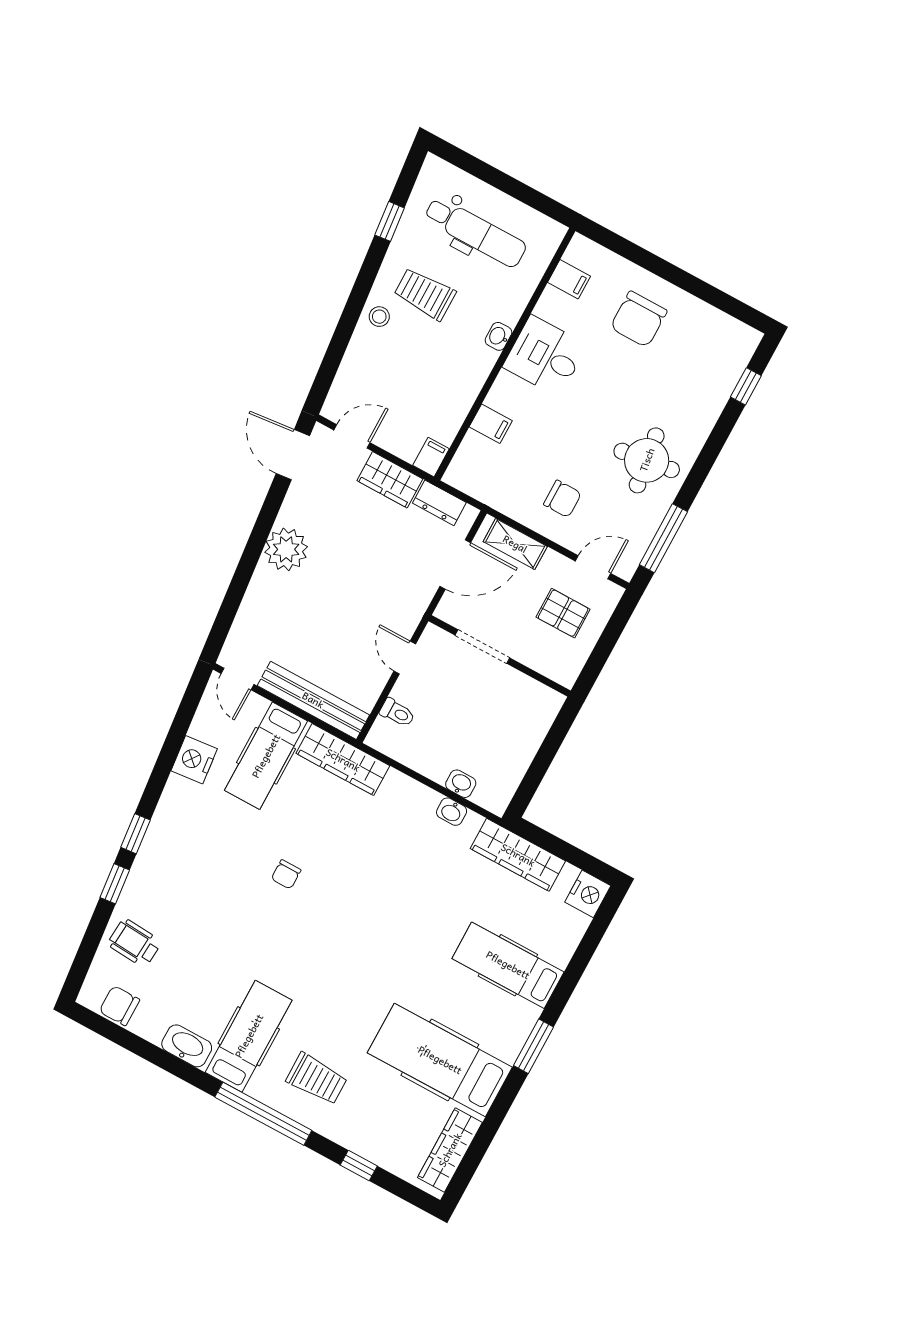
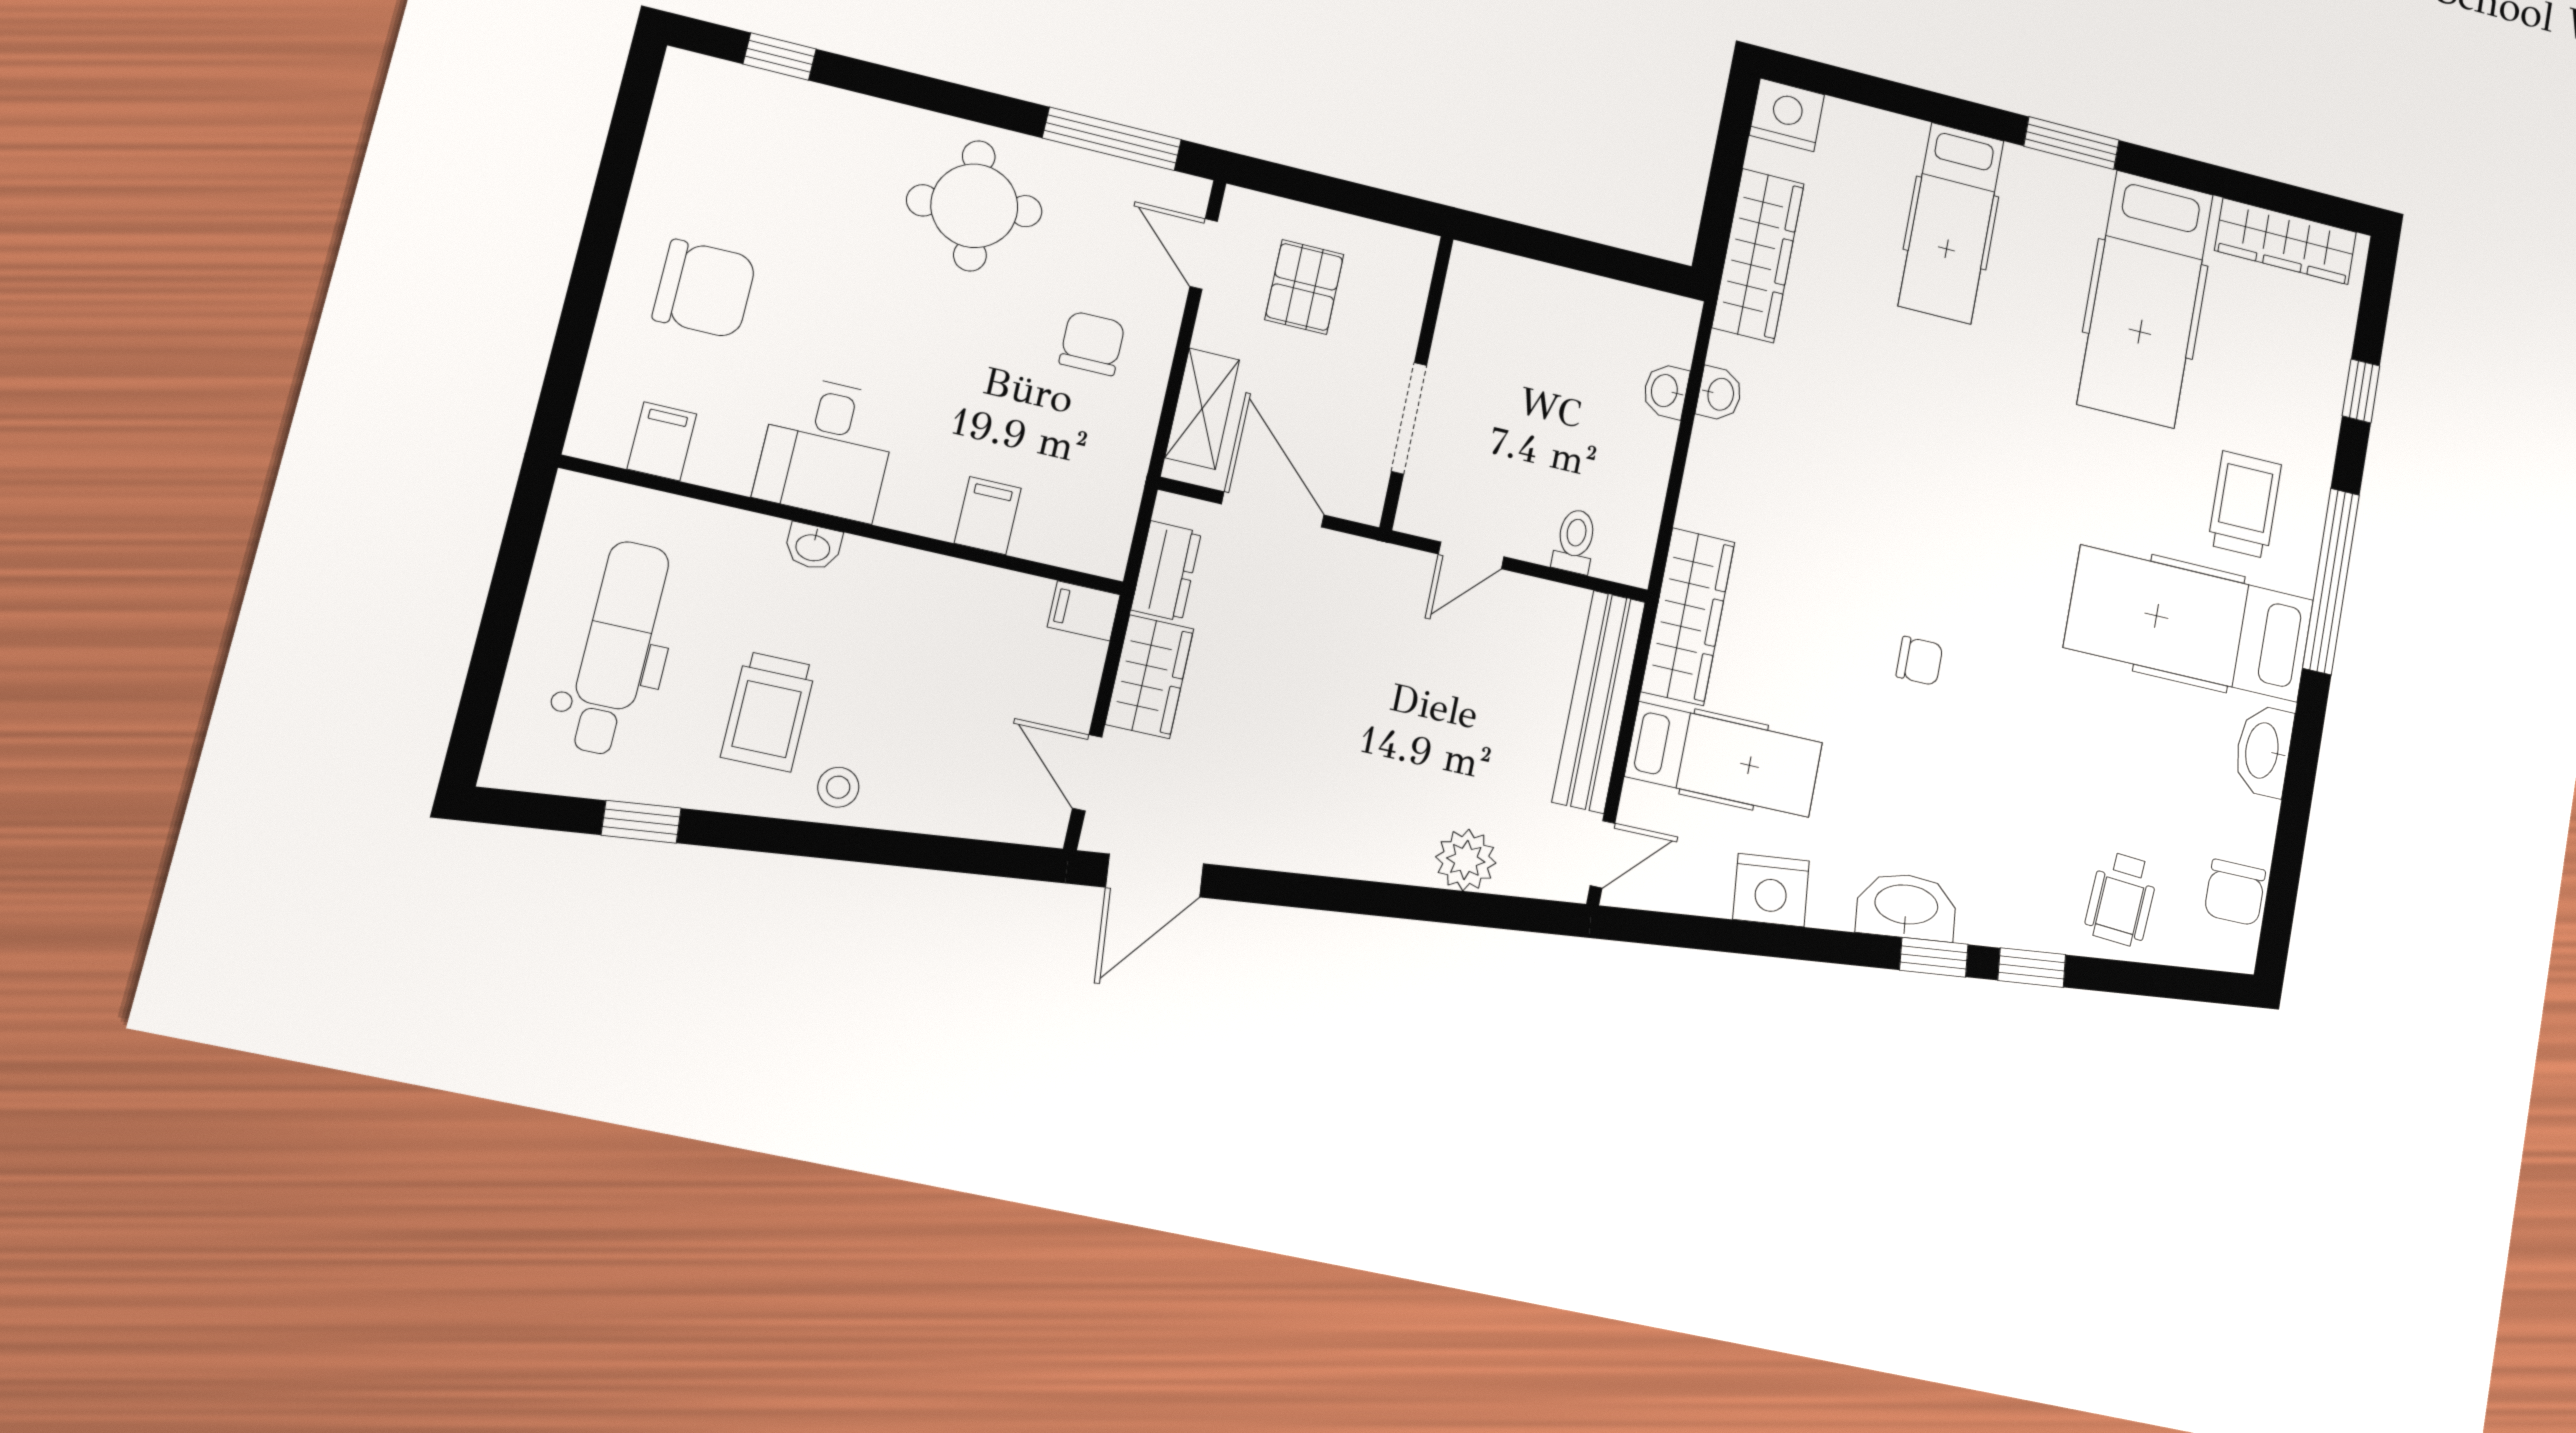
plant: (286, 549) -> (1466, 860), moved, width x0.73, depth x0.73
washbasin: (165, 827) -> (1906, 906), added
hospital bed: (249, 1036) -> (2189, 624), width x1.37, depth x1.29

